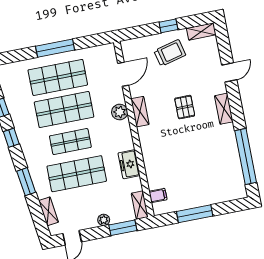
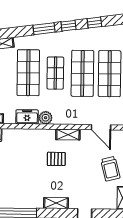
pallet: (185, 107) -> (56, 159), moved
plant: (120, 112) -> (46, 118), moved
window: (26, 182) -> (44, 29), moved

